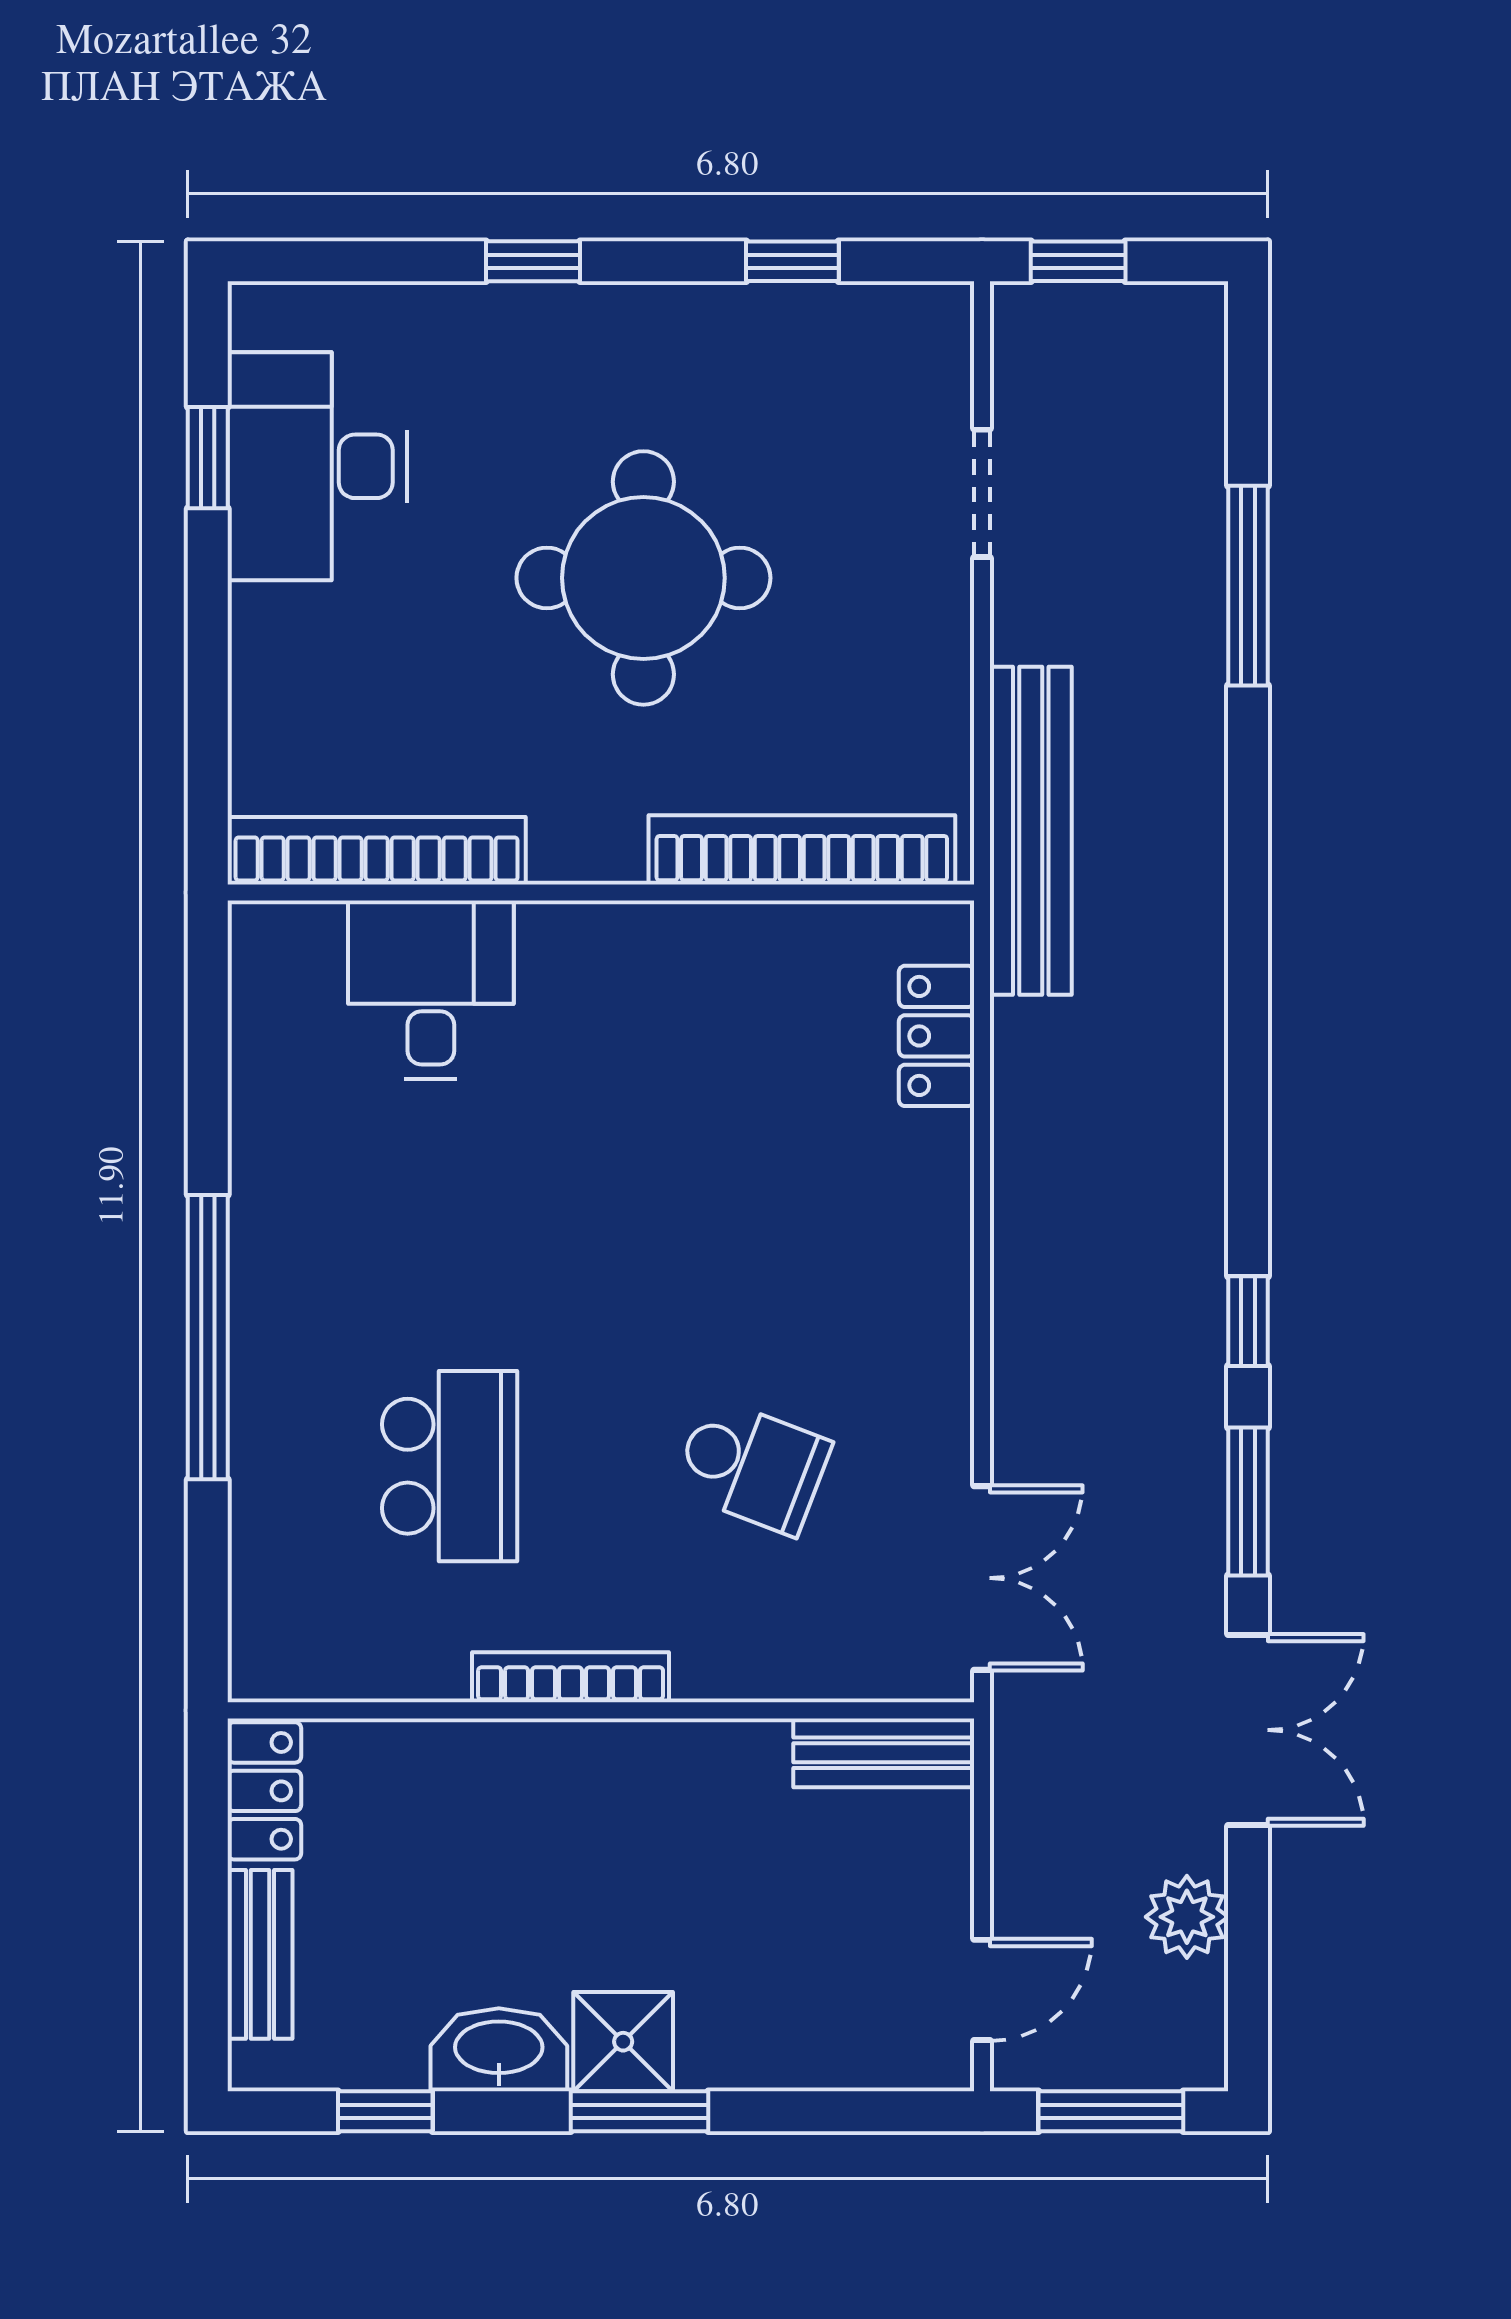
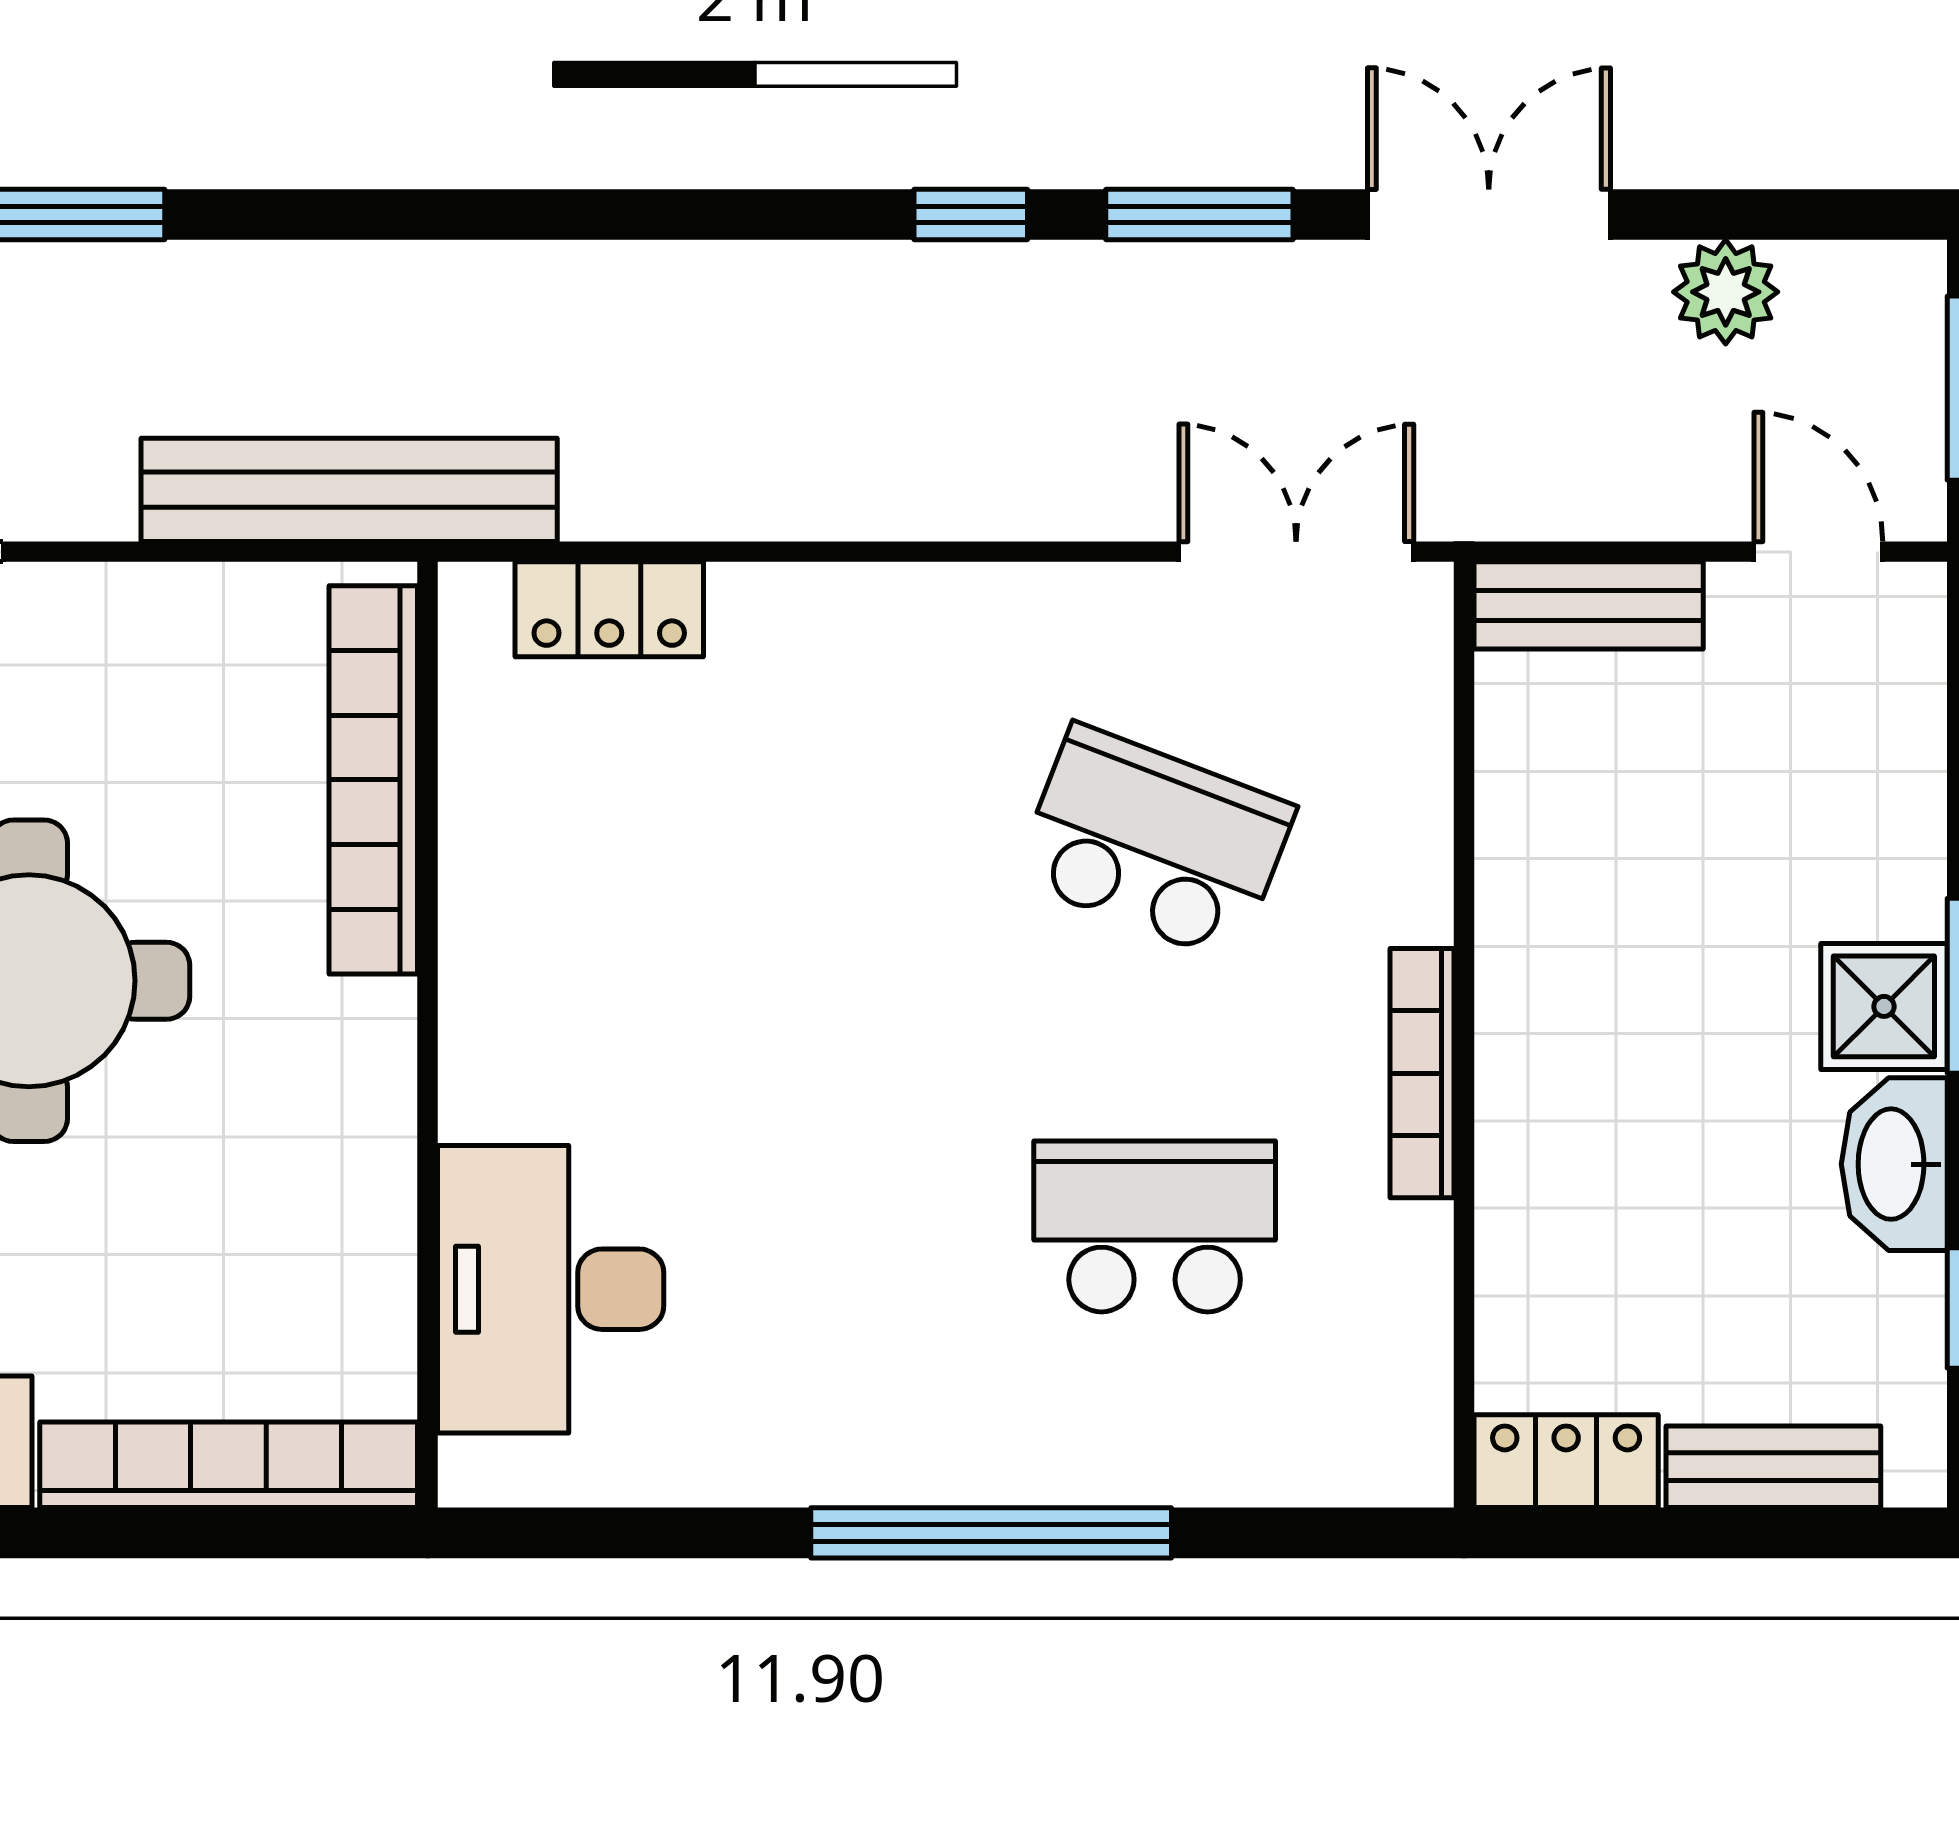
bookcase: (377, 851) -> (229, 1465), moved, turned 90
desk: (431, 990) -> (551, 1289), width x1.37
school desk: (752, 1466) -> (1155, 843), width x1.85
bench: (884, 1753) -> (1589, 605), moved, turned 90

